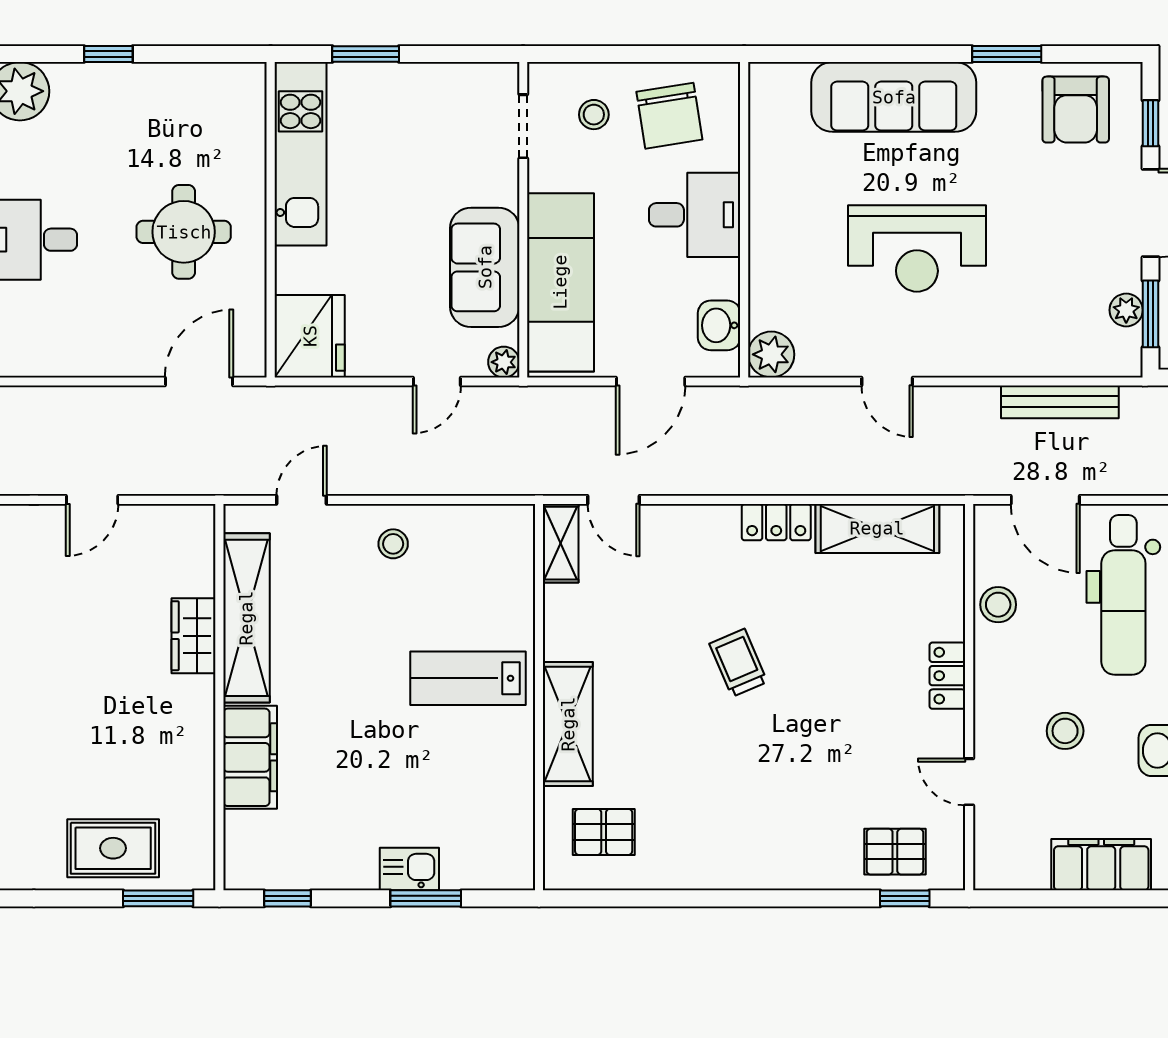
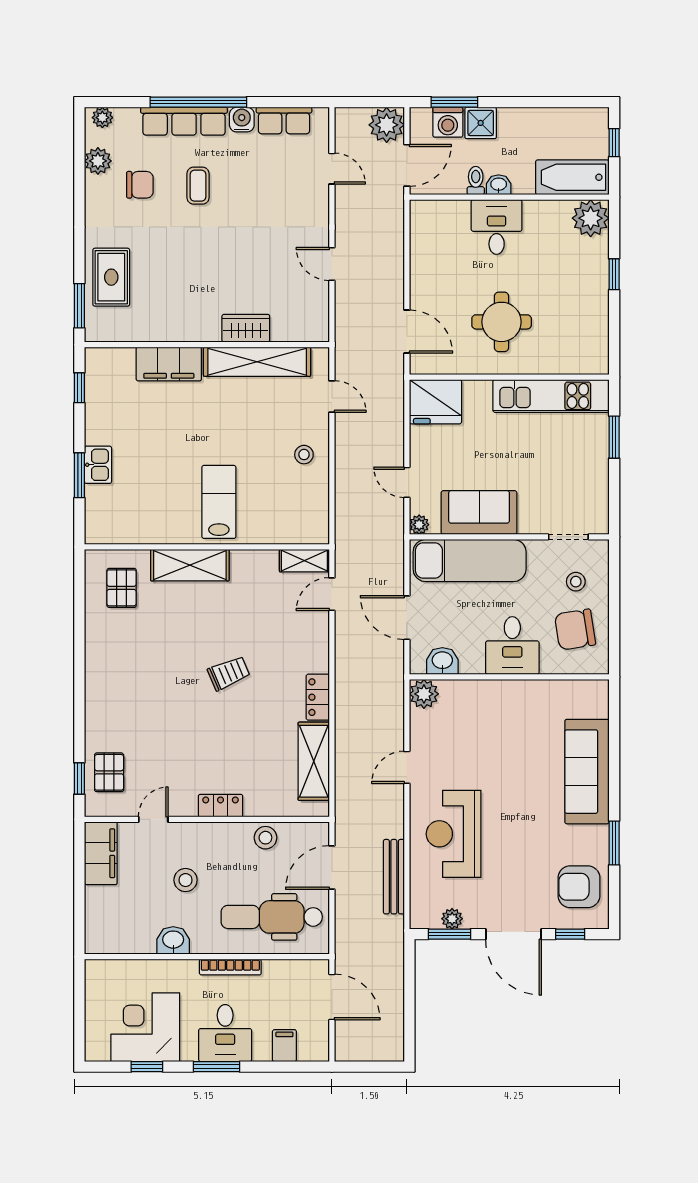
reception desk: (917, 248) -> (454, 834), moved
filing cabinet: (1101, 865) -> (101, 853), moved

